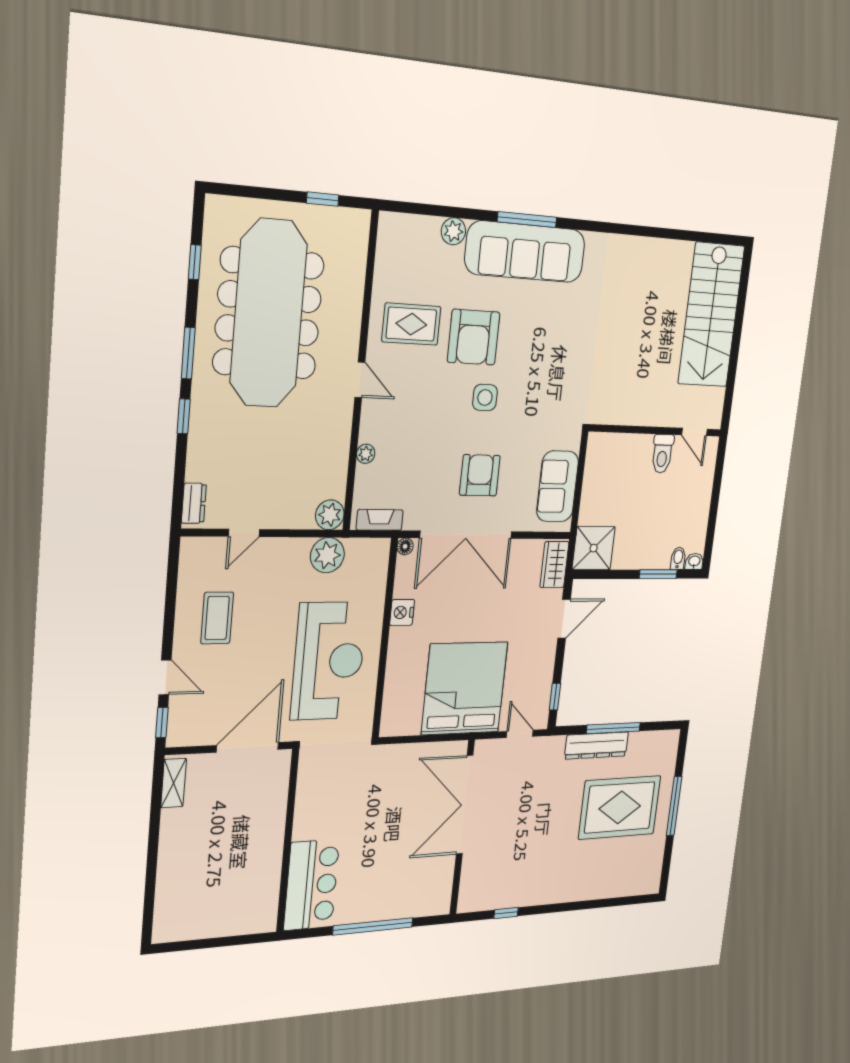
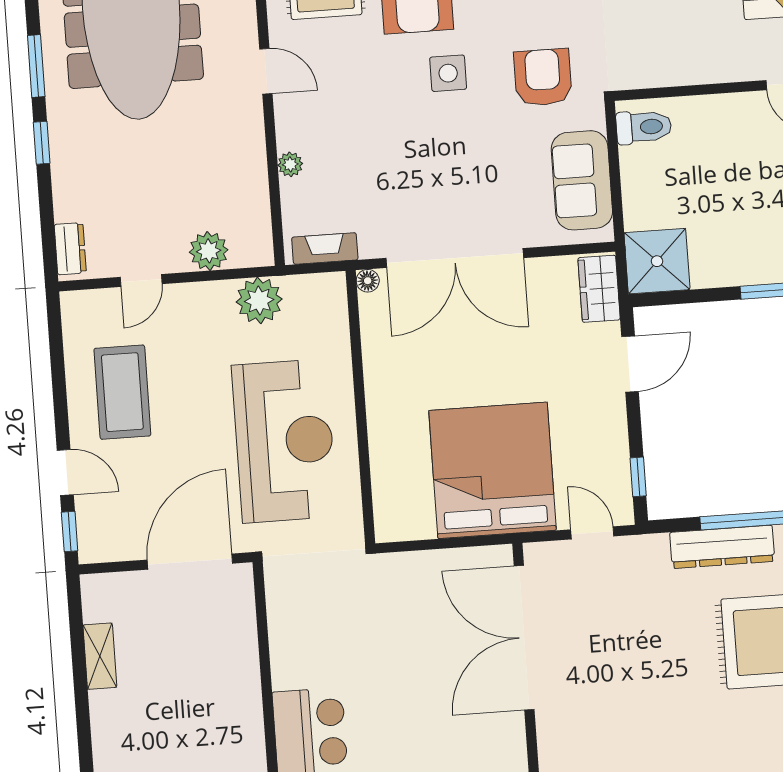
toilet: (662, 454) -> (644, 127), moved, turned -90
armchair: (480, 475) -> (543, 77), moved
plant: (330, 515) -> (209, 251), moved
nightstand: (402, 612) -> (379, 370), removed
coffee table: (217, 618) -> (122, 392), width x1.36, depth x1.32
shelving: (174, 783) -> (100, 656), moved

